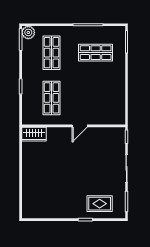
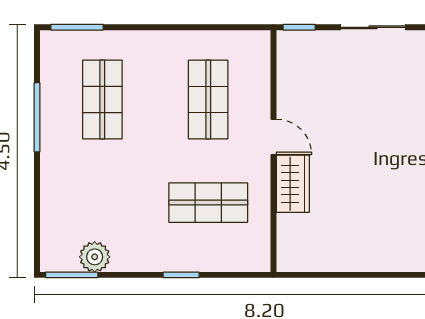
plant: (28, 32) -> (95, 257), moved
shop shelf: (52, 53) -> (208, 100), moved, turned 90
wardrobe: (34, 134) -> (293, 184), moved

